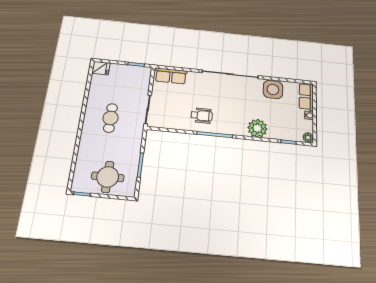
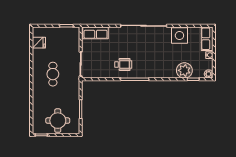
fridge: (101, 68) -> (39, 43), moved
plant: (257, 128) -> (184, 70), moved

